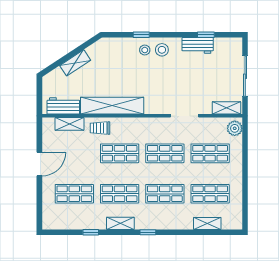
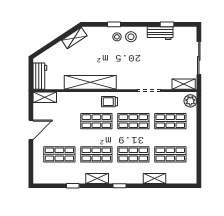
shelving: (75, 63) -> (74, 38), moved
workbench: (63, 106) -> (40, 76), moved, turned 90
shelving: (69, 124) -> (45, 97), moved
trolley: (100, 128) -> (109, 102), moved
shelving: (207, 223) -> (155, 179), moved

